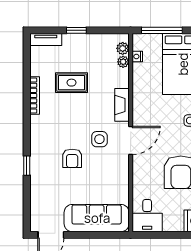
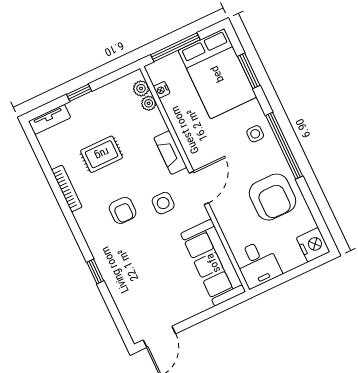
armchair: (72, 158) -> (123, 210), moved
sofa: (97, 218) -> (213, 263), moved, turned -90

